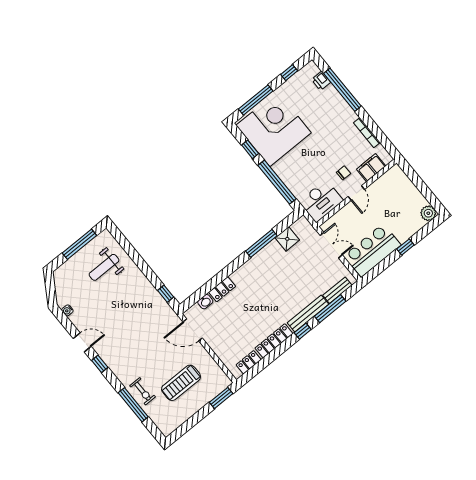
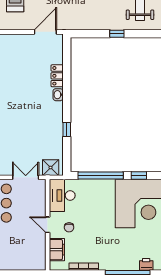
shower: (287, 239) -> (51, 168), moved
window: (261, 243) -> (67, 129), width x0.46
double door: (331, 245) -> (26, 177), swing flipped
window: (166, 294) -> (117, 34), moved
washbasin: (205, 302) -> (58, 95), moved

